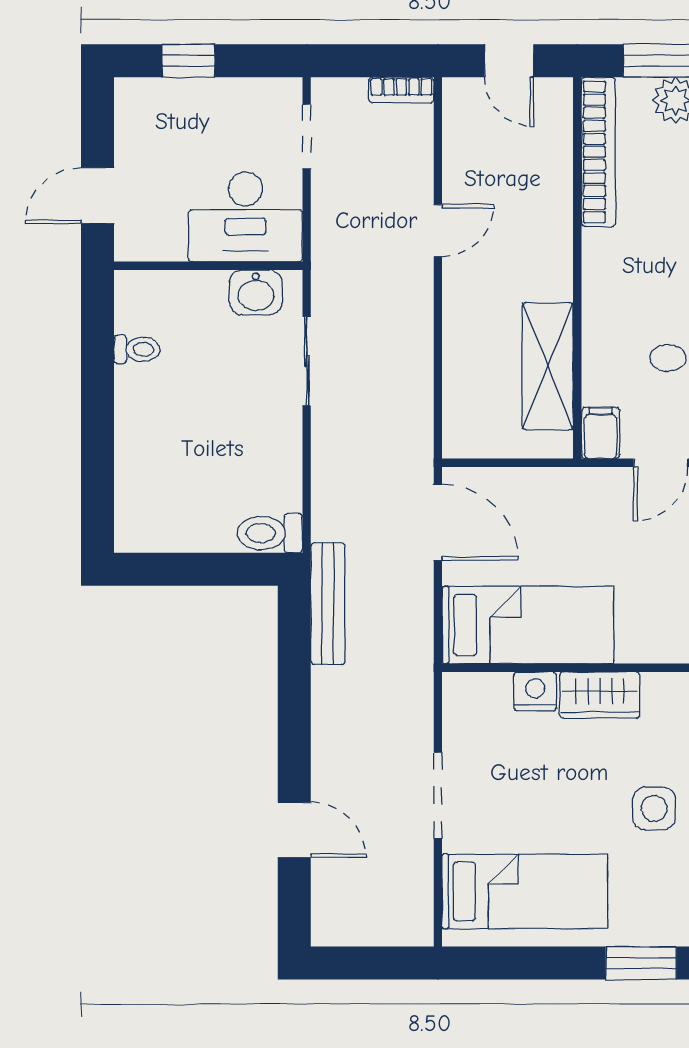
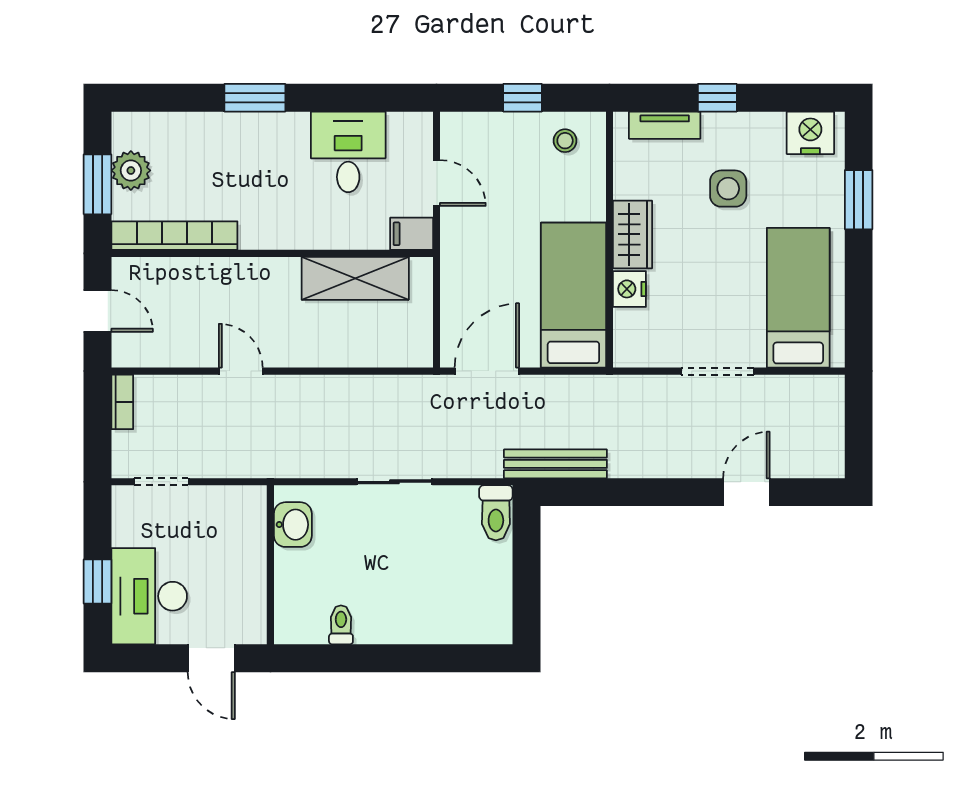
door: (509, 61) -> (97, 311), hinge flipped
desk: (245, 217) -> (149, 596), moved, turned 180
sliding door: (307, 361) -> (394, 482), moved

